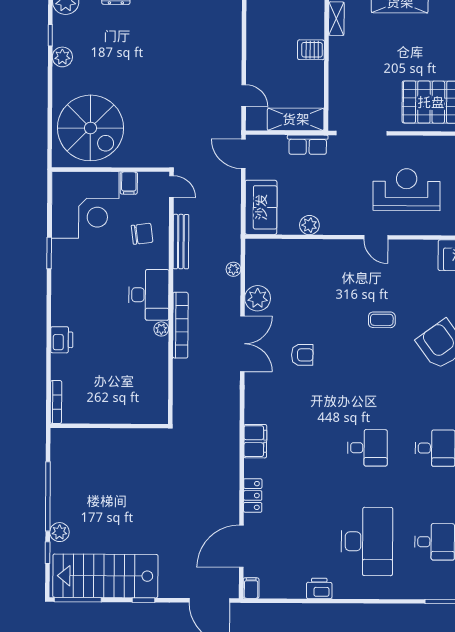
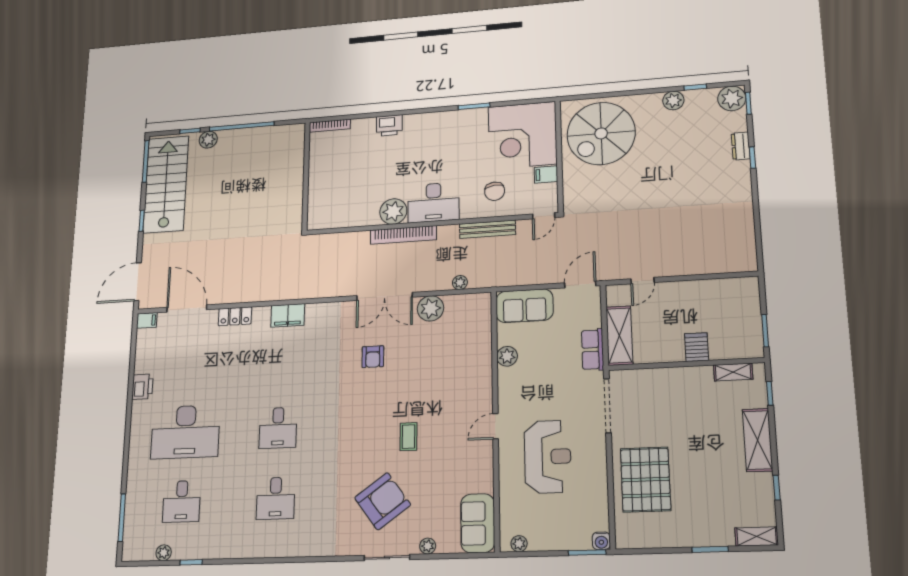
plant: (161, 329) -> (393, 212), width x1.88, depth x1.88

